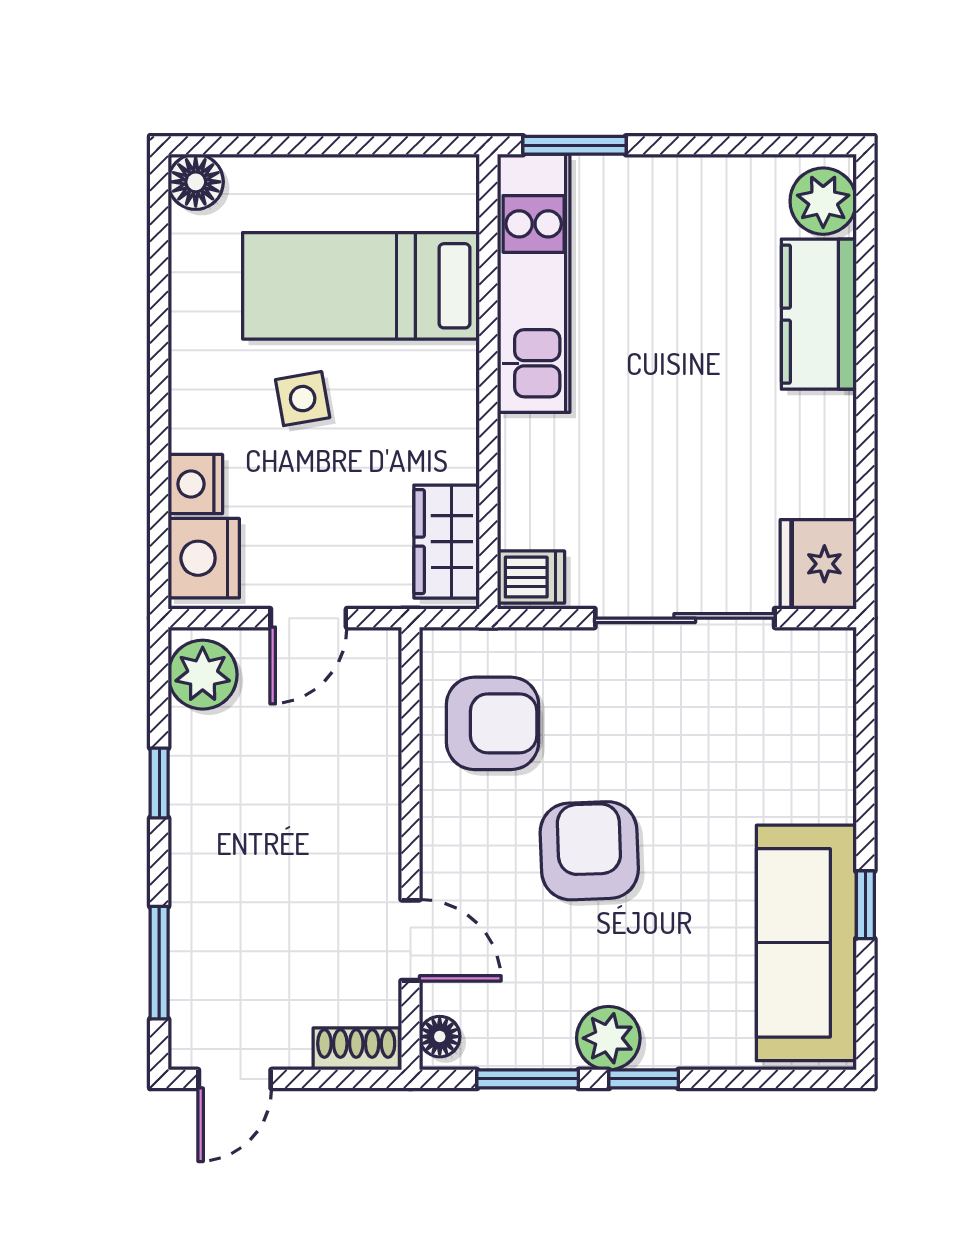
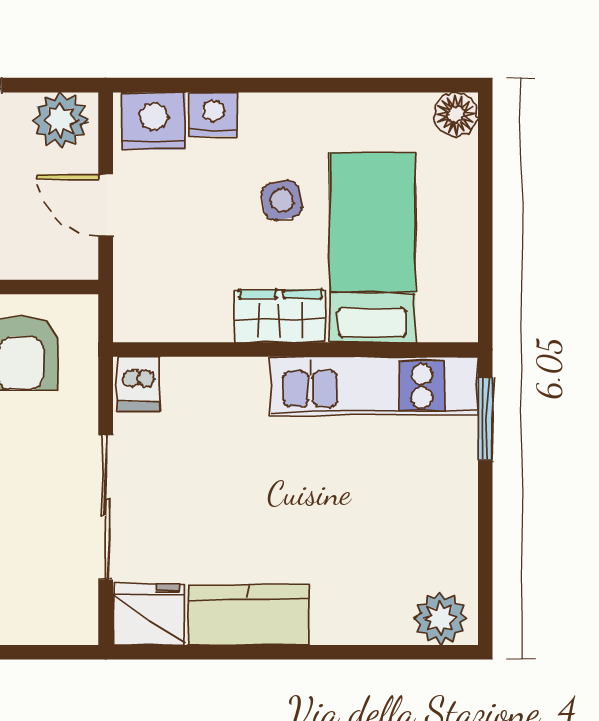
kitchen counter: (819, 314) -> (249, 615), moved
wardrobe: (447, 542) -> (280, 316), moved

